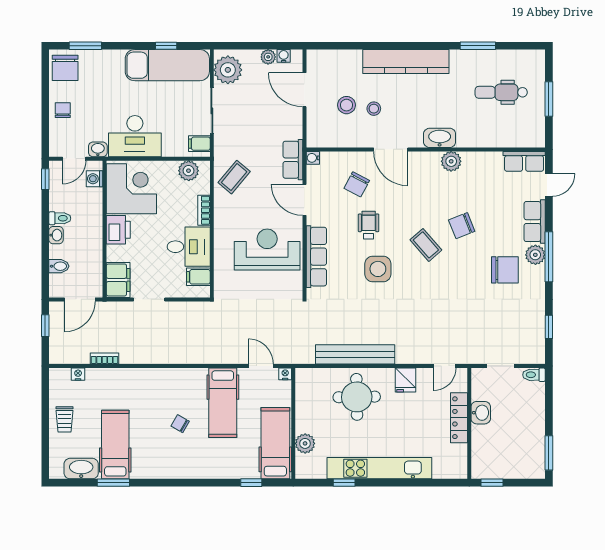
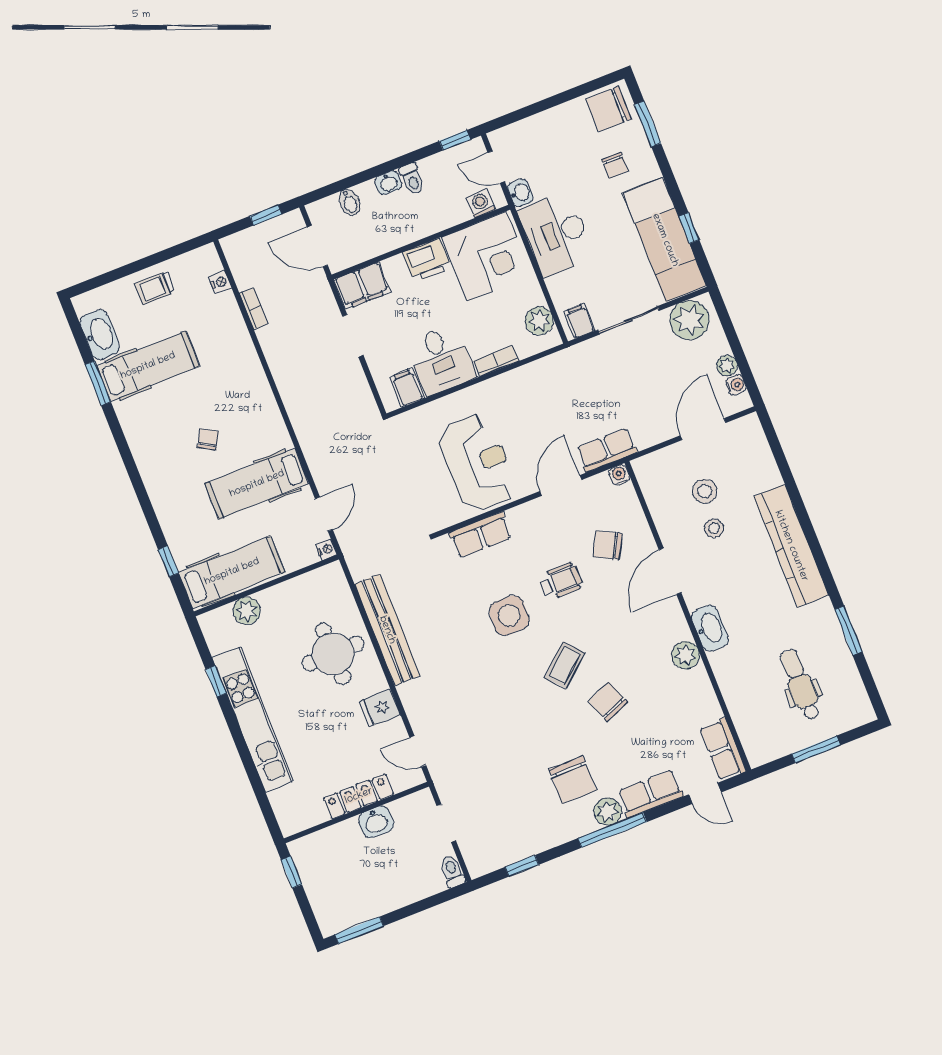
chair: (63, 110) -> (615, 165), moved, turned 90
coffee table: (234, 177) -> (554, 383), removed
row of seats: (316, 257) -> (481, 535), width x0.68

